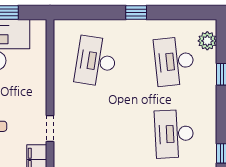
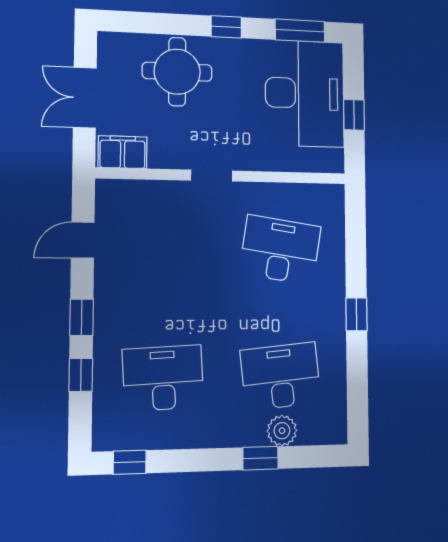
plant: (207, 41) -> (282, 431), moved
doorway: (50, 128) -> (212, 176), moved

